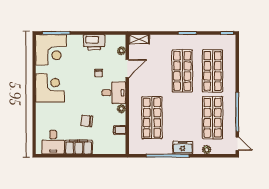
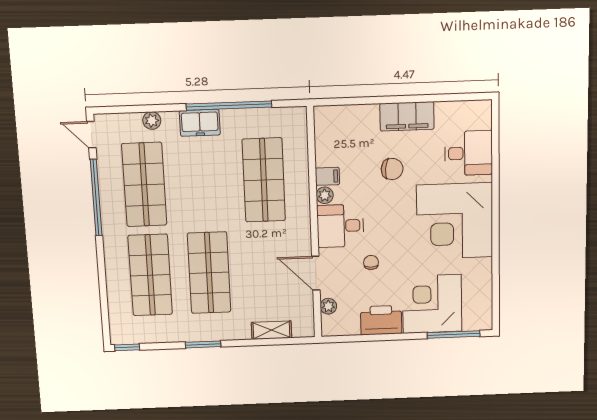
shelving: (139, 39) -> (271, 330), moved
corner desk: (51, 50) -> (432, 304), moved
door: (127, 68) -> (316, 273), hinge flipped
corner desk: (50, 88) -> (455, 221), width x1.36, depth x1.36
filing cabinet: (120, 130) -> (327, 176), moved
desk: (53, 142) -> (469, 153), moved, turned 90

